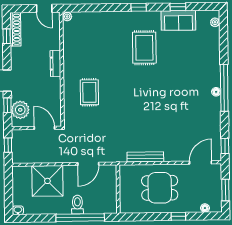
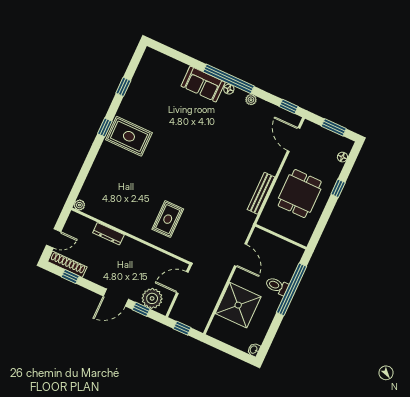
door: (44, 8) -> (54, 238), moved
sofa: (178, 20) -> (203, 84), moved, turned 90
plant: (215, 22) -> (251, 100), moved
rug: (144, 48) -> (129, 136), moved
dresser: (55, 64) -> (108, 234), moved
rug: (89, 92) -> (168, 219), turned 90

